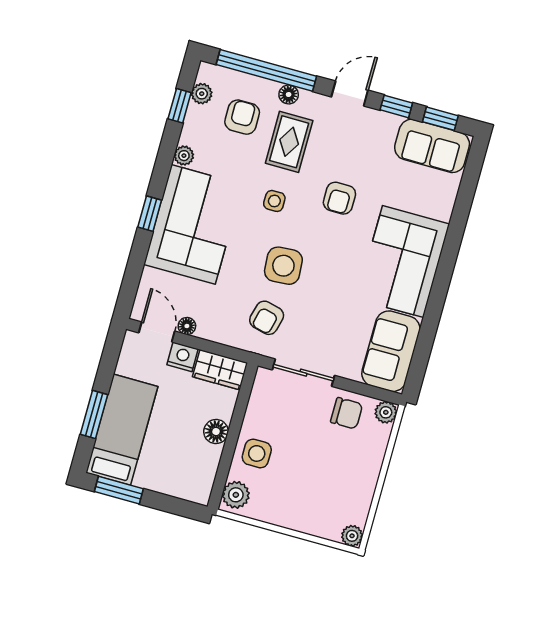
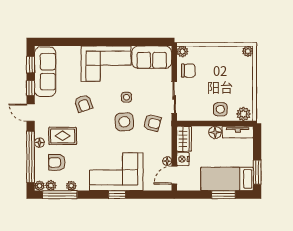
plant: (207, 72) -> (40, 186), added
window: (180, 106) -> (60, 195), width x2.17
sofa: (432, 146) -> (45, 72), width x1.36
plant: (184, 156) -> (71, 186), moved
armchair: (339, 198) -> (83, 103), turned 70
side table: (274, 201) -> (126, 97), moved
chair: (347, 413) -> (188, 71), turned 90
tv unit: (205, 475) -> (238, 132), added

